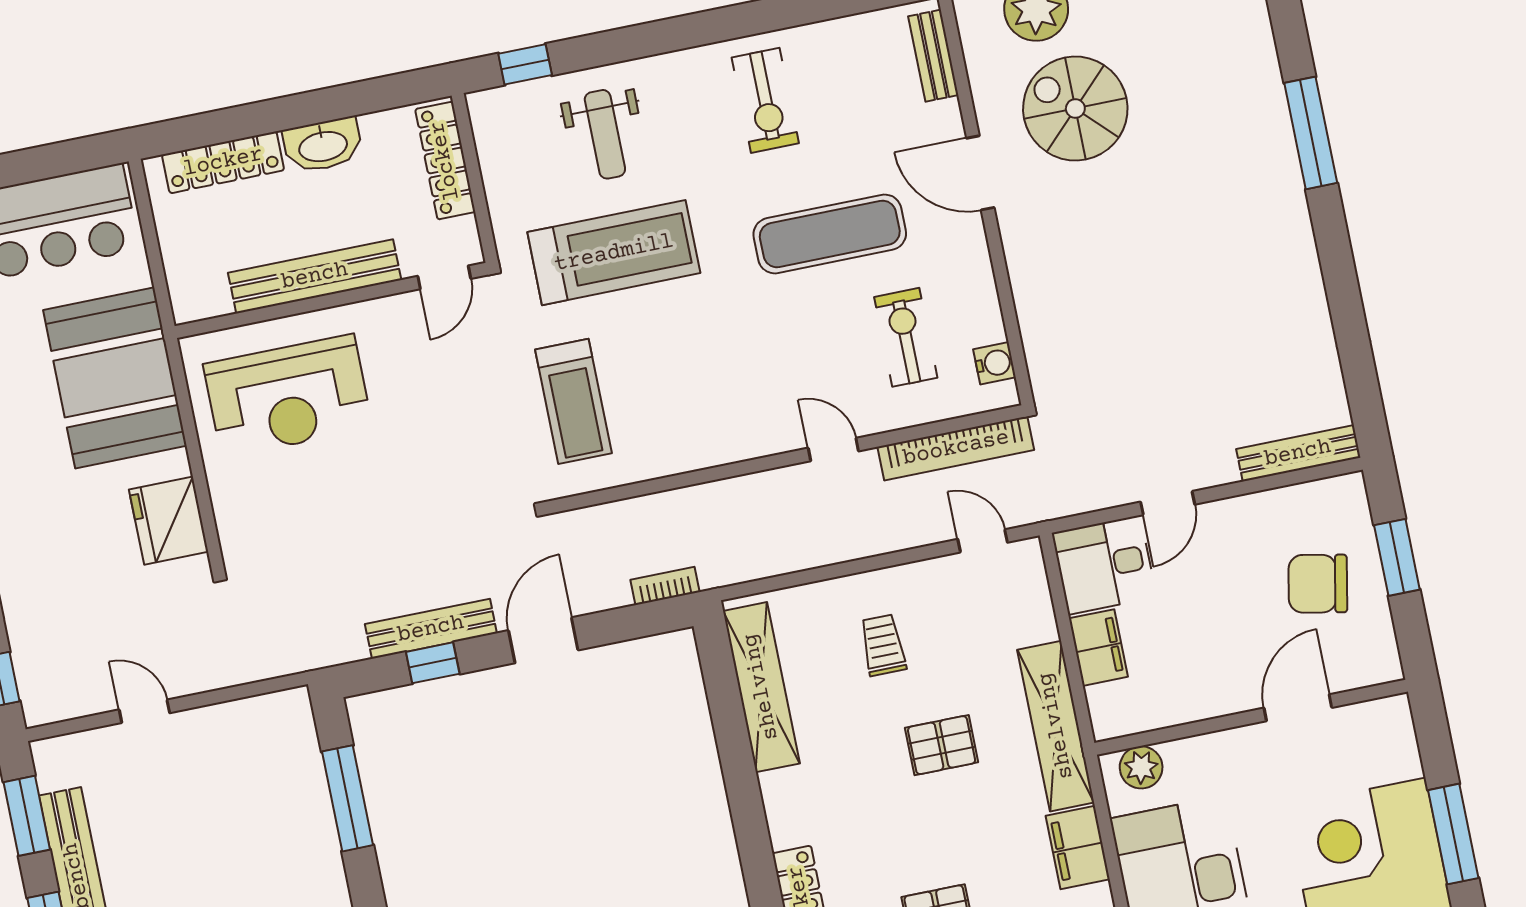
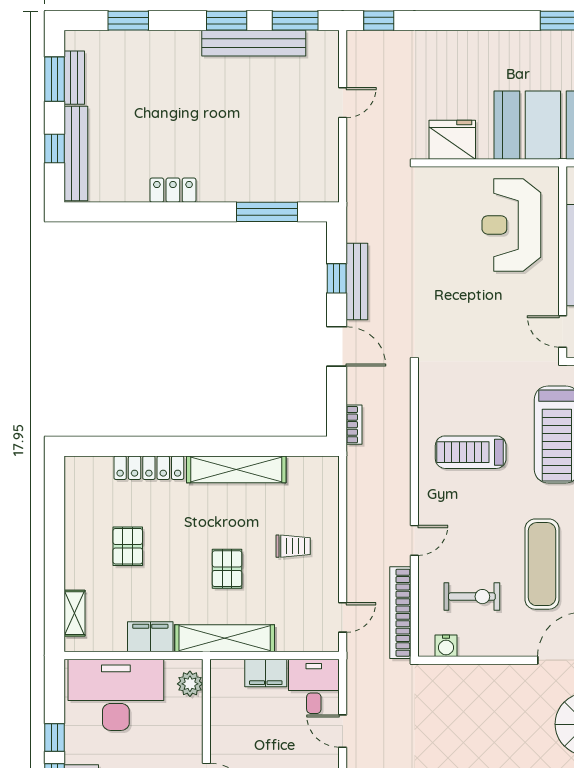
treadmill: (573, 401) -> (471, 452), moved
shelving: (761, 687) -> (236, 469), moved

